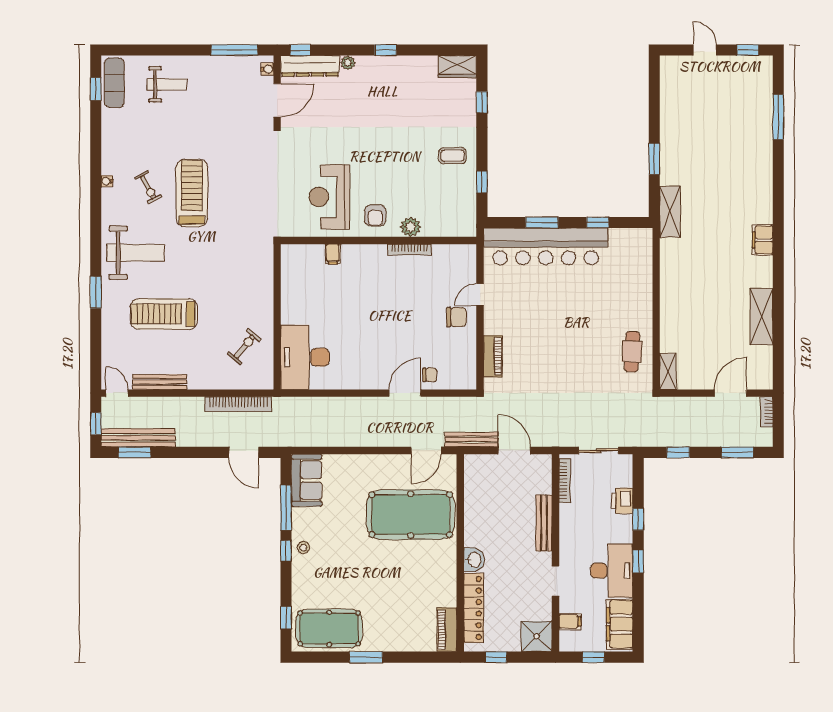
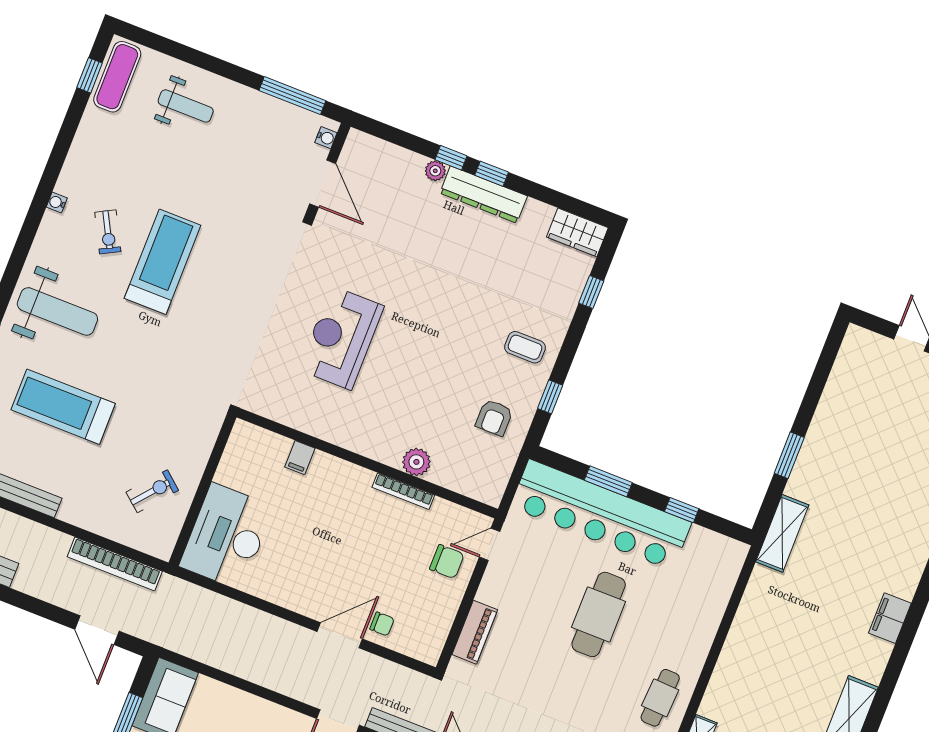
window: (300, 50) -> (451, 158), moved
dresser: (310, 66) -> (484, 195), moved
door: (277, 100) -> (323, 184), hinge flipped
armchair: (375, 215) -> (494, 418), moved
plant: (411, 227) -> (416, 462), moved
wall: (379, 240) -> (367, 463), moved
bookcase: (410, 250) -> (403, 491), moved
filing cabinet: (333, 254) -> (300, 458), moved
cafe table: (570, 313) -> (599, 614), added

